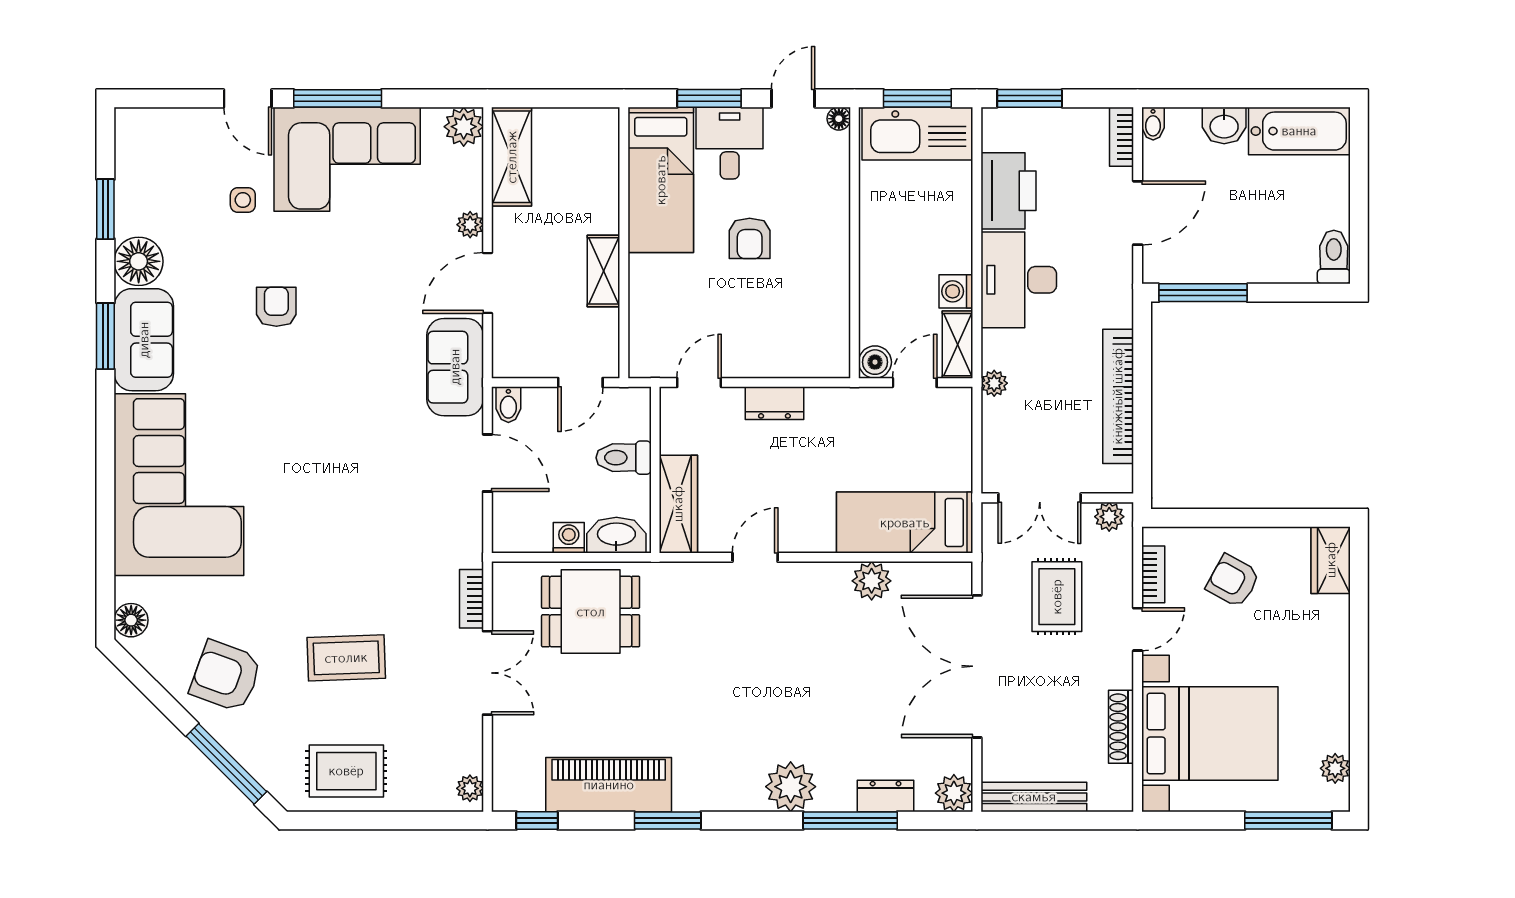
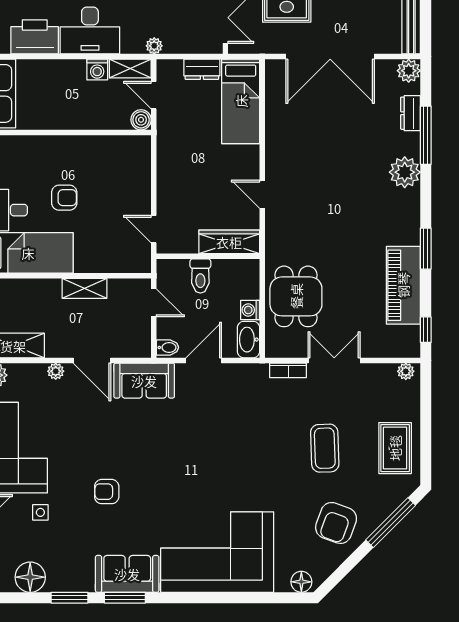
window: (105, 209) -> (70, 598), moved
floor lamp: (139, 261) -> (30, 577), moved
dresser: (774, 403) -> (202, 69), moved, turned 90
washbasin: (616, 535) -> (249, 340), moved
plant: (872, 581) -> (277, 122), removed

